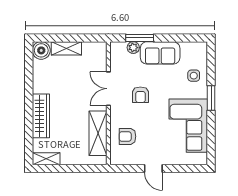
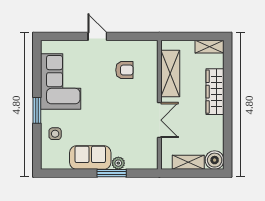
double door: (108, 89) -> (159, 120), moved
armchair: (140, 95) -> (111, 114), removed
wall: (108, 103) -> (159, 105), moved
shelving: (98, 133) -> (170, 73), moved

